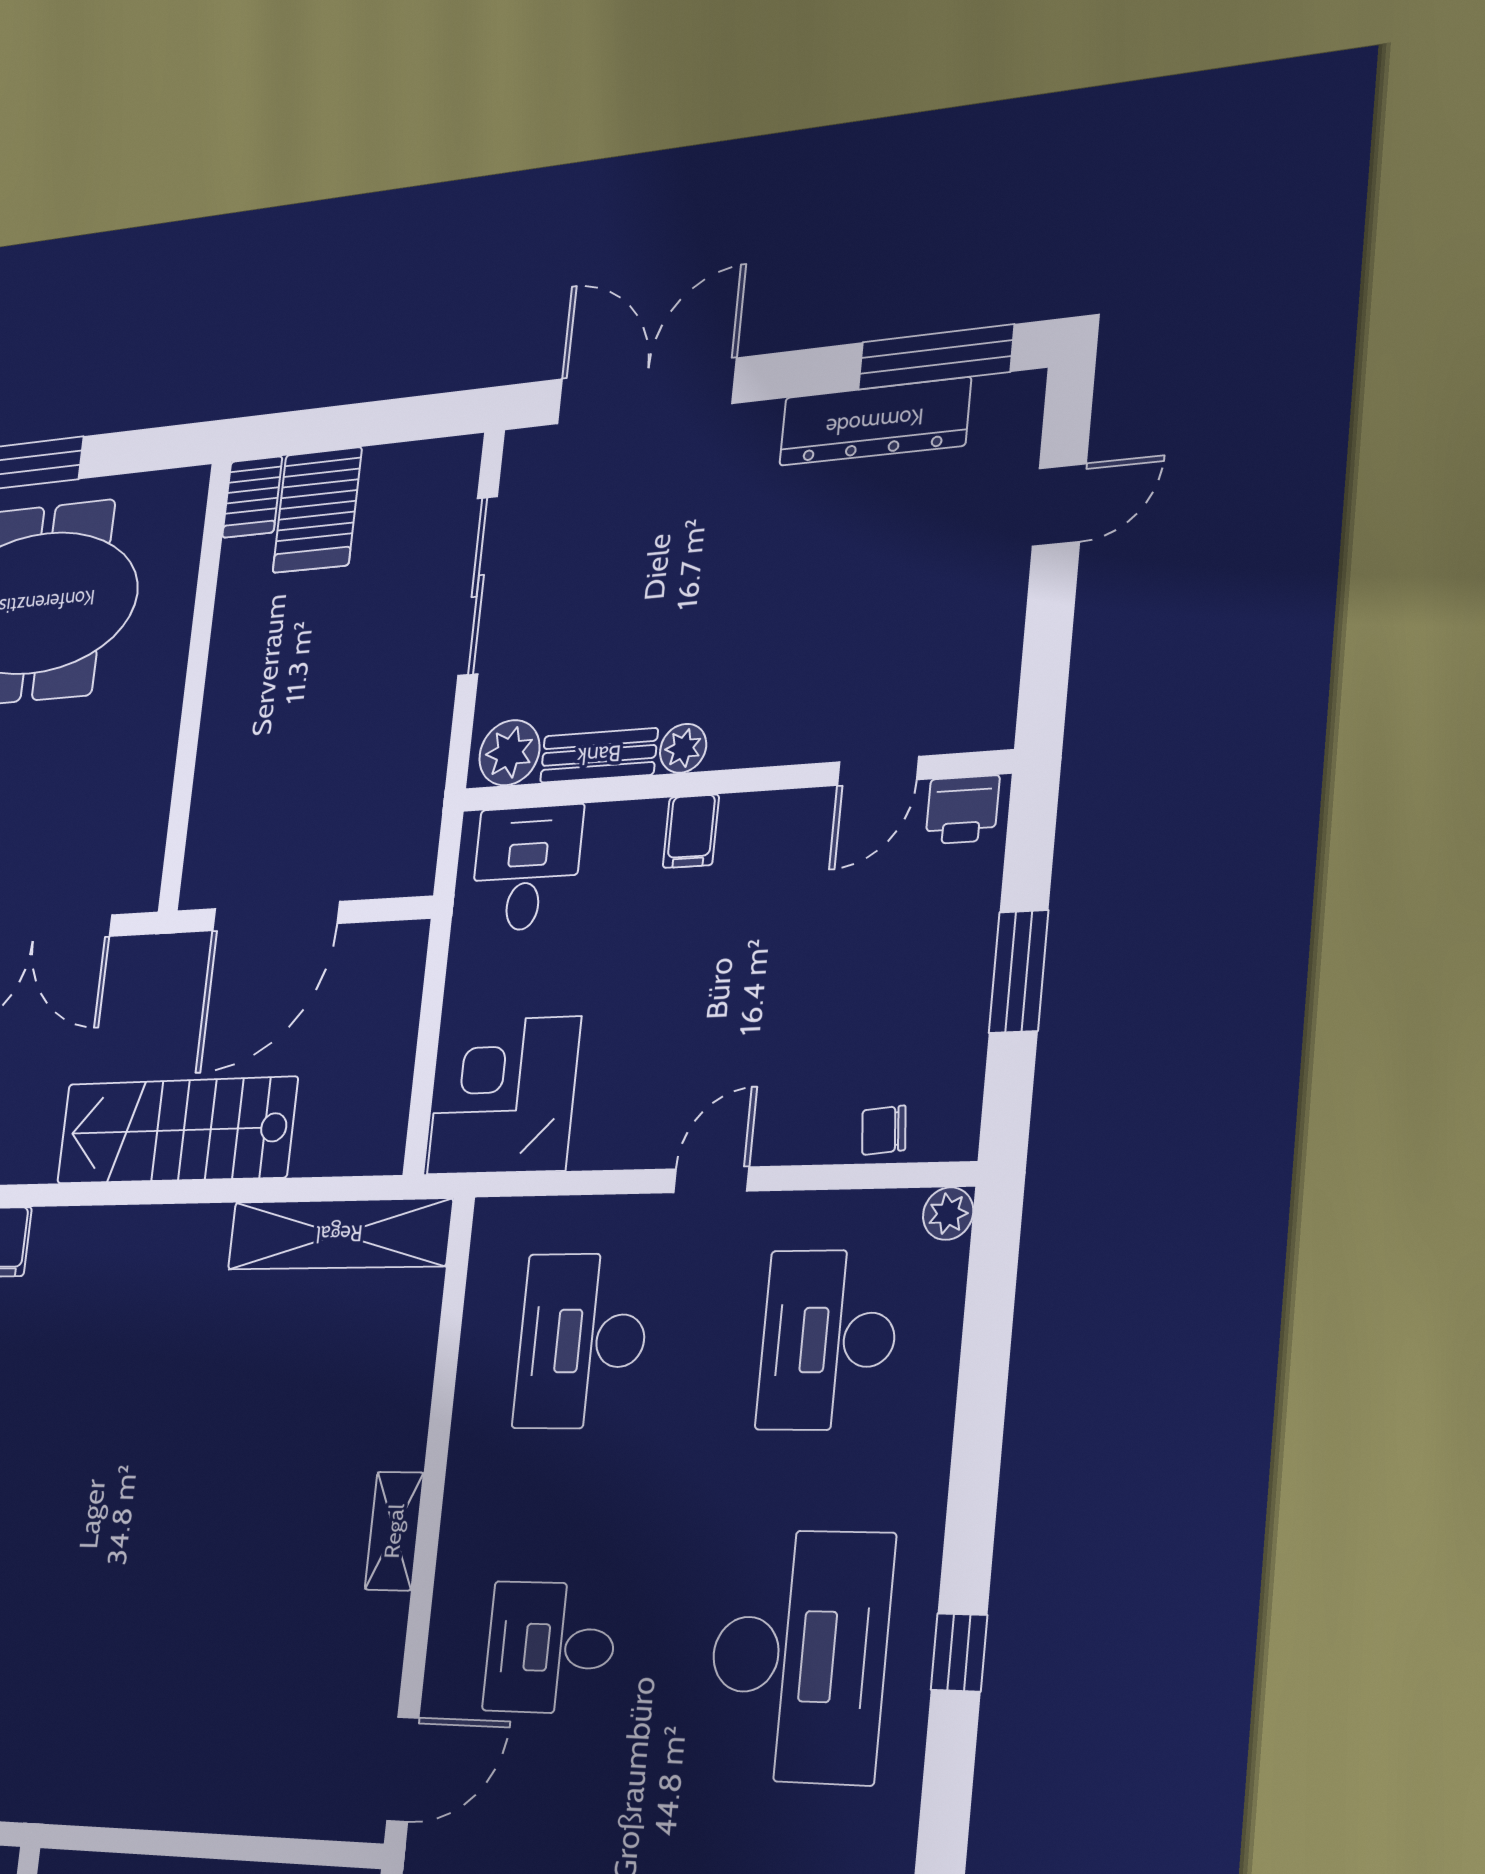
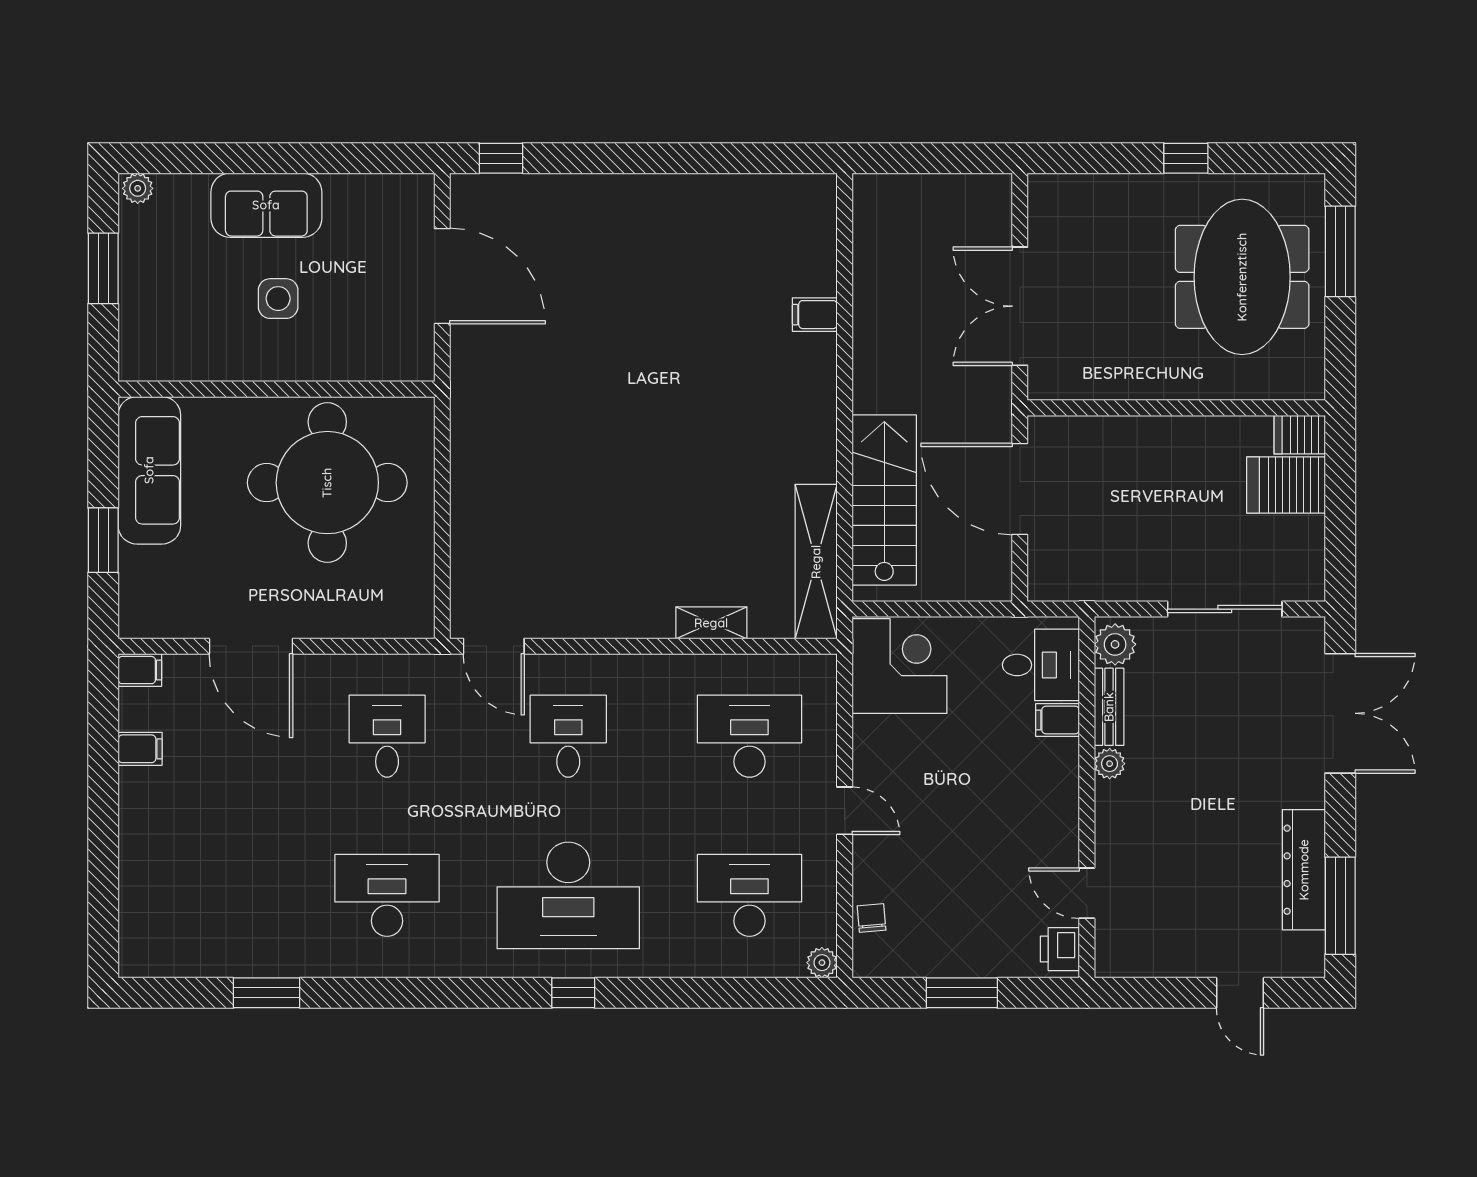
filing cabinet: (691, 831) -> (1058, 720), moved
stairs: (176, 1130) -> (884, 500), moved
shelving: (394, 1531) -> (711, 623), moved

